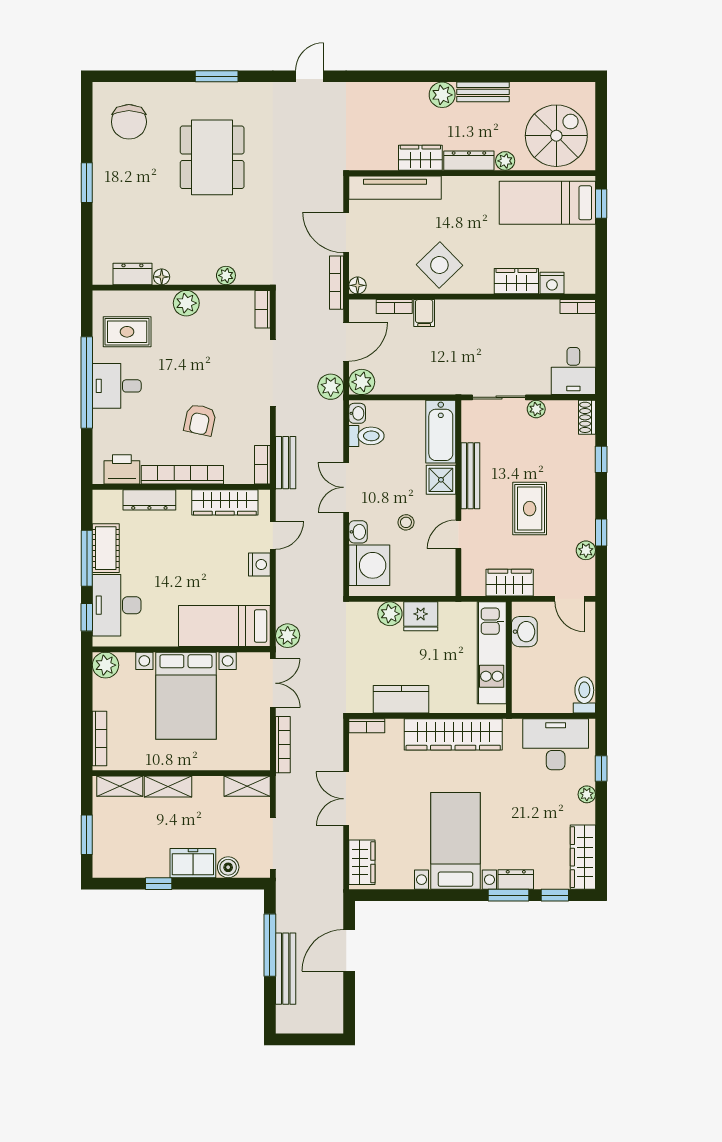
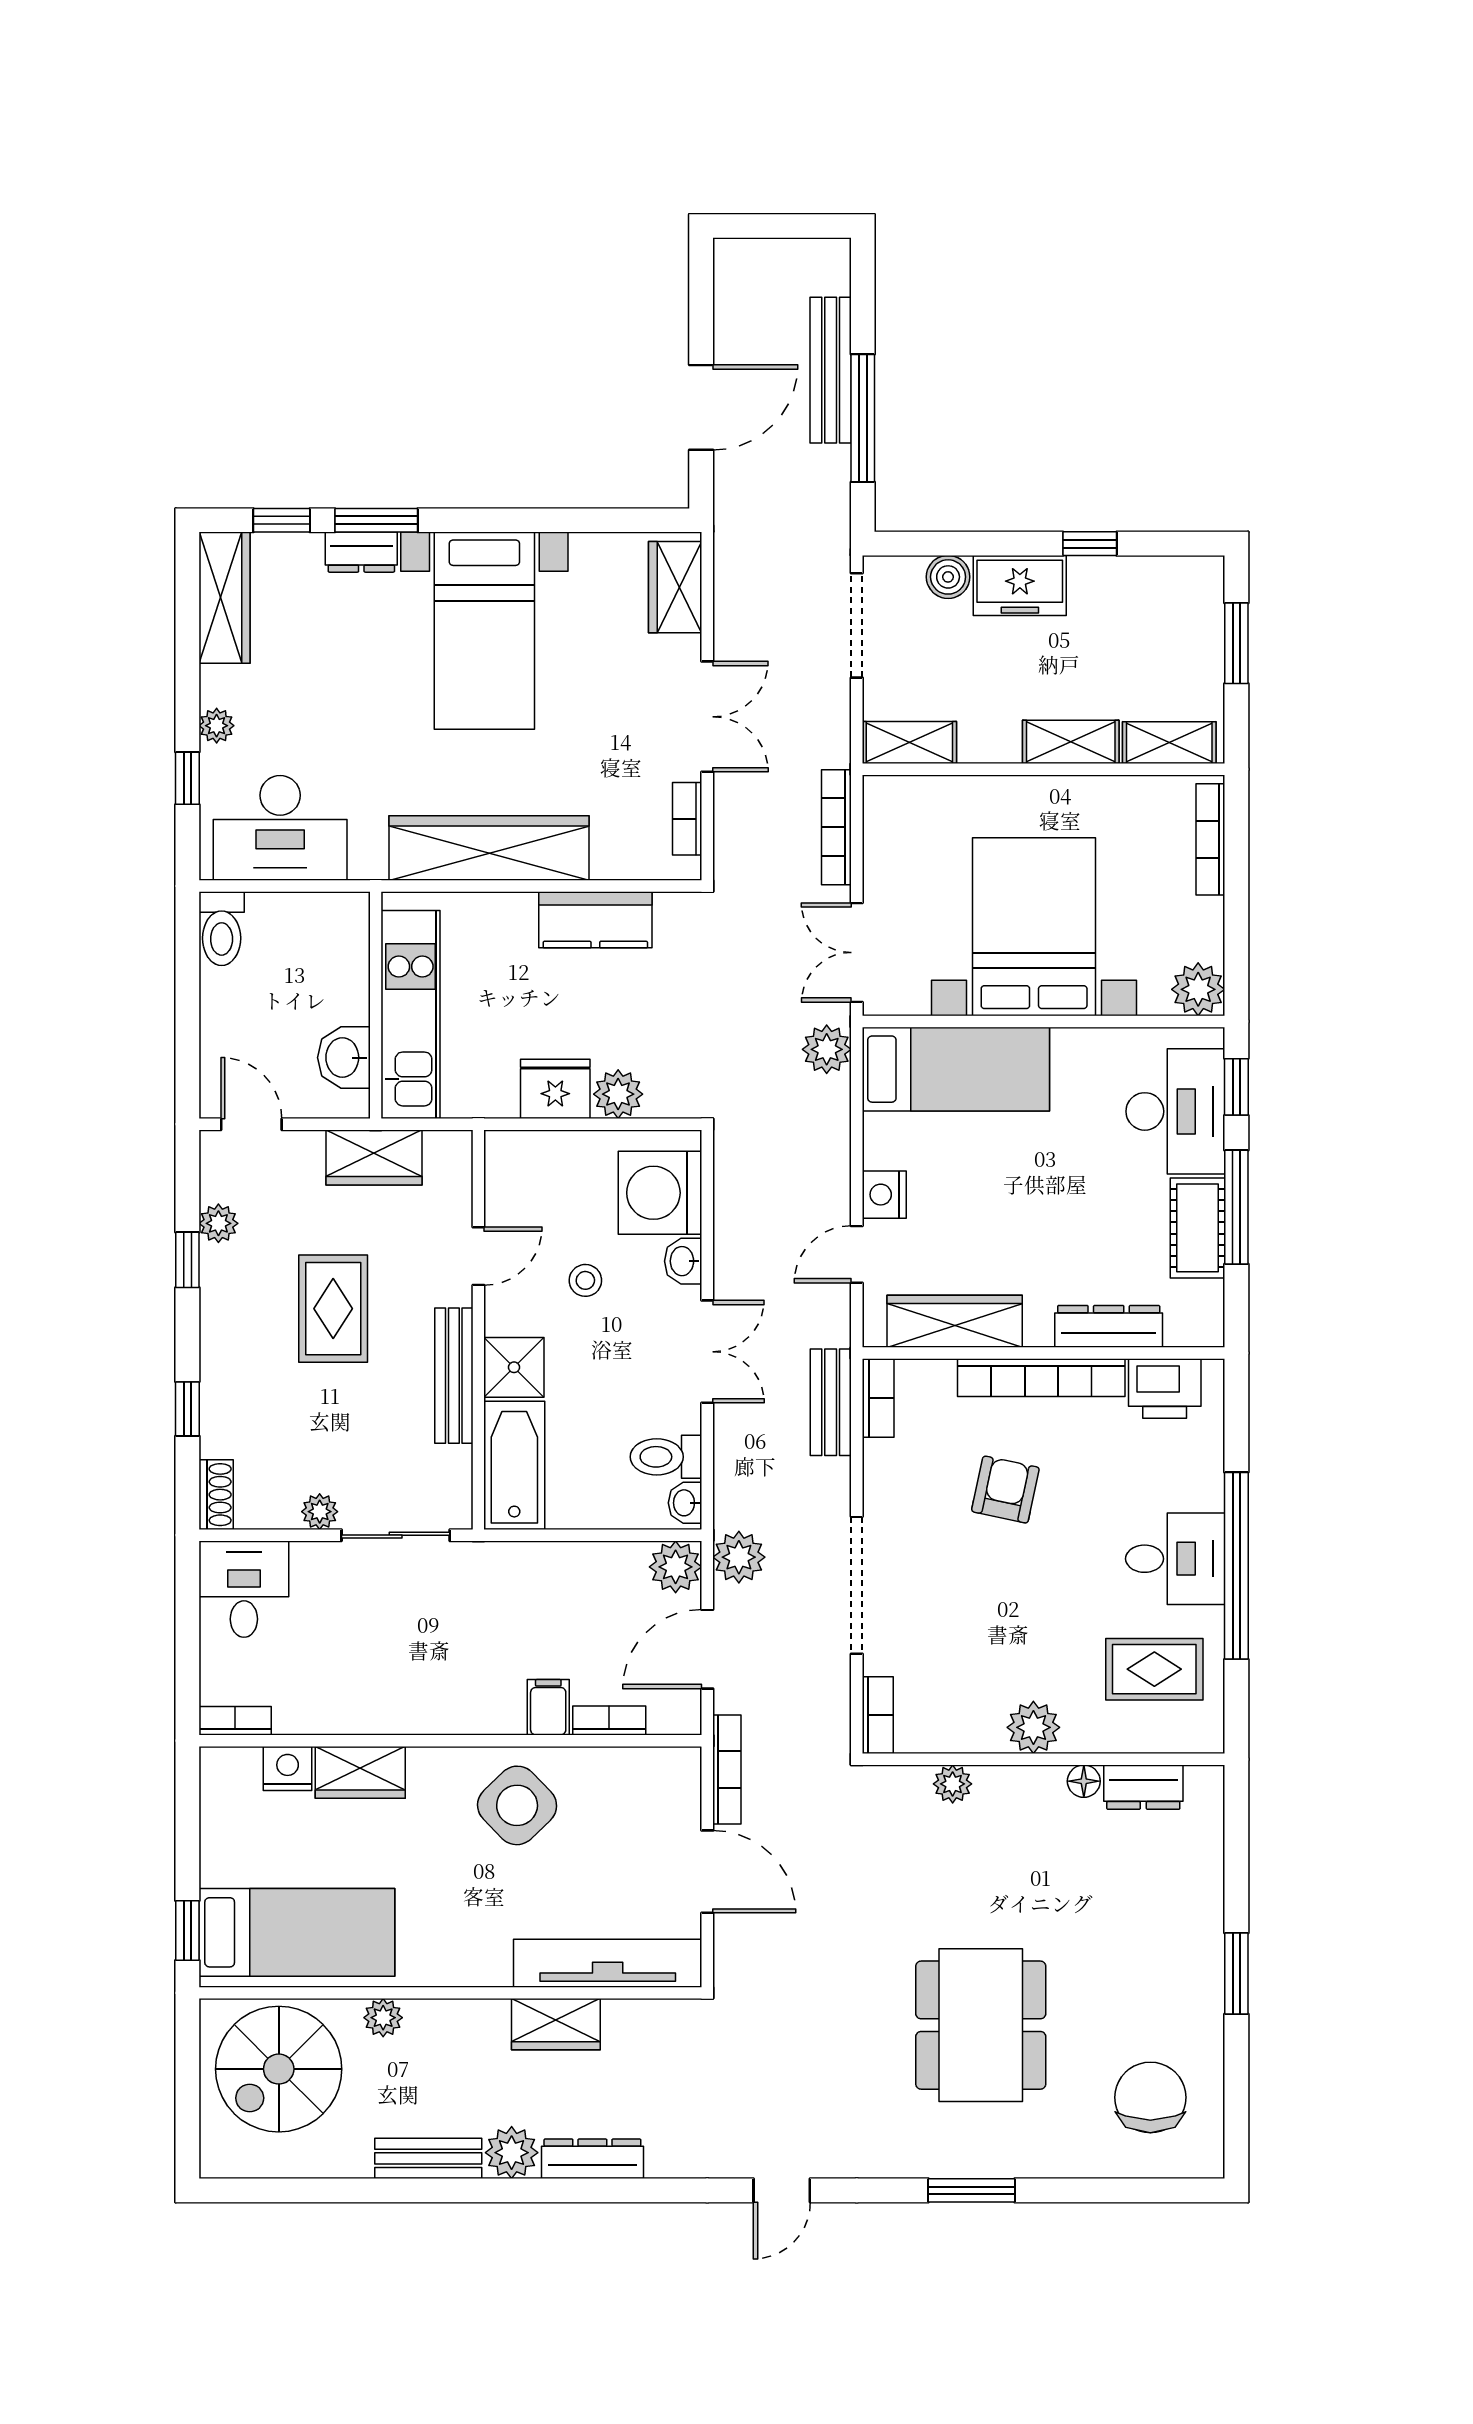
dresser: (469, 161) -> (592, 2159), moved, turned 180
floor lamp: (358, 285) -> (684, 1764), removed
bookcase: (367, 726) -> (687, 819), moved, turned -90

